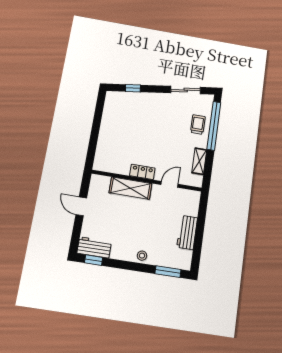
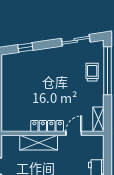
shelving: (199, 161) -> (98, 119), moved
locker: (142, 172) -> (47, 126), width x1.53

